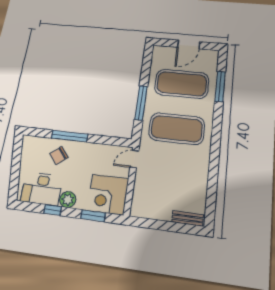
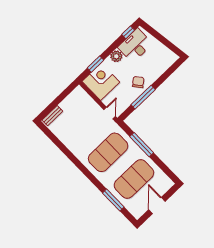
window: (70, 136) -> (143, 97), moved
chair: (59, 156) -> (138, 82), moved
window: (53, 210) -> (128, 32), moved

